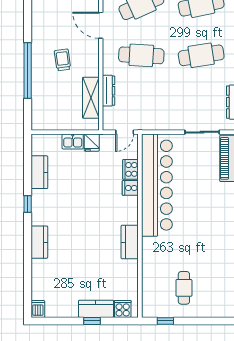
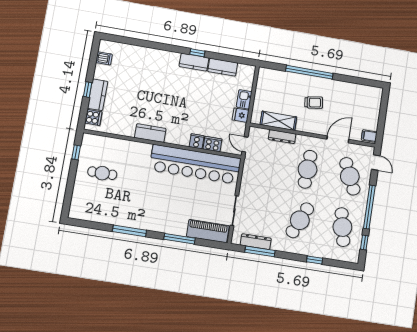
cafe table: (201, 55) -> (300, 220), turned 33
kitchen counter: (39, 242) -> (194, 62), moved
dishwasher: (38, 309) -> (104, 58), moved

